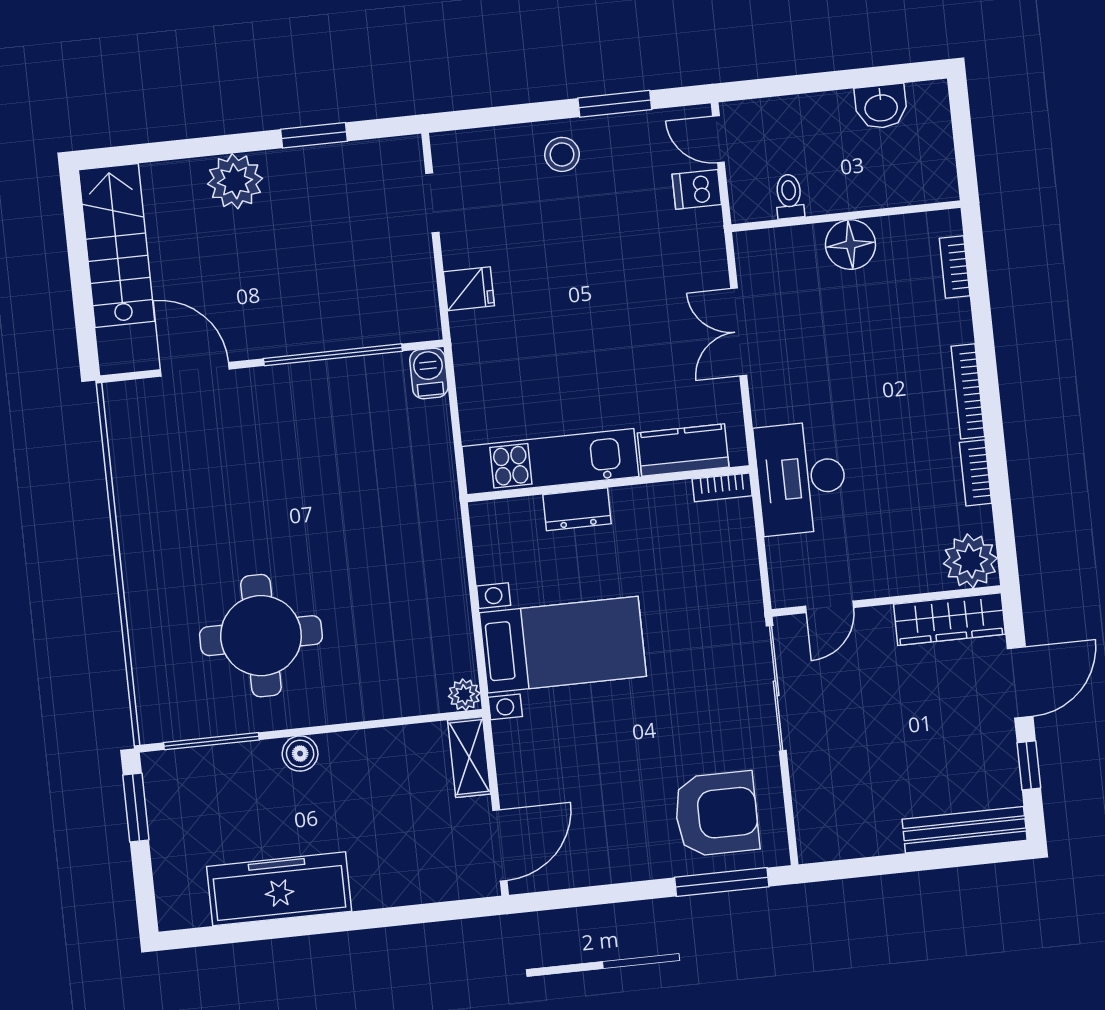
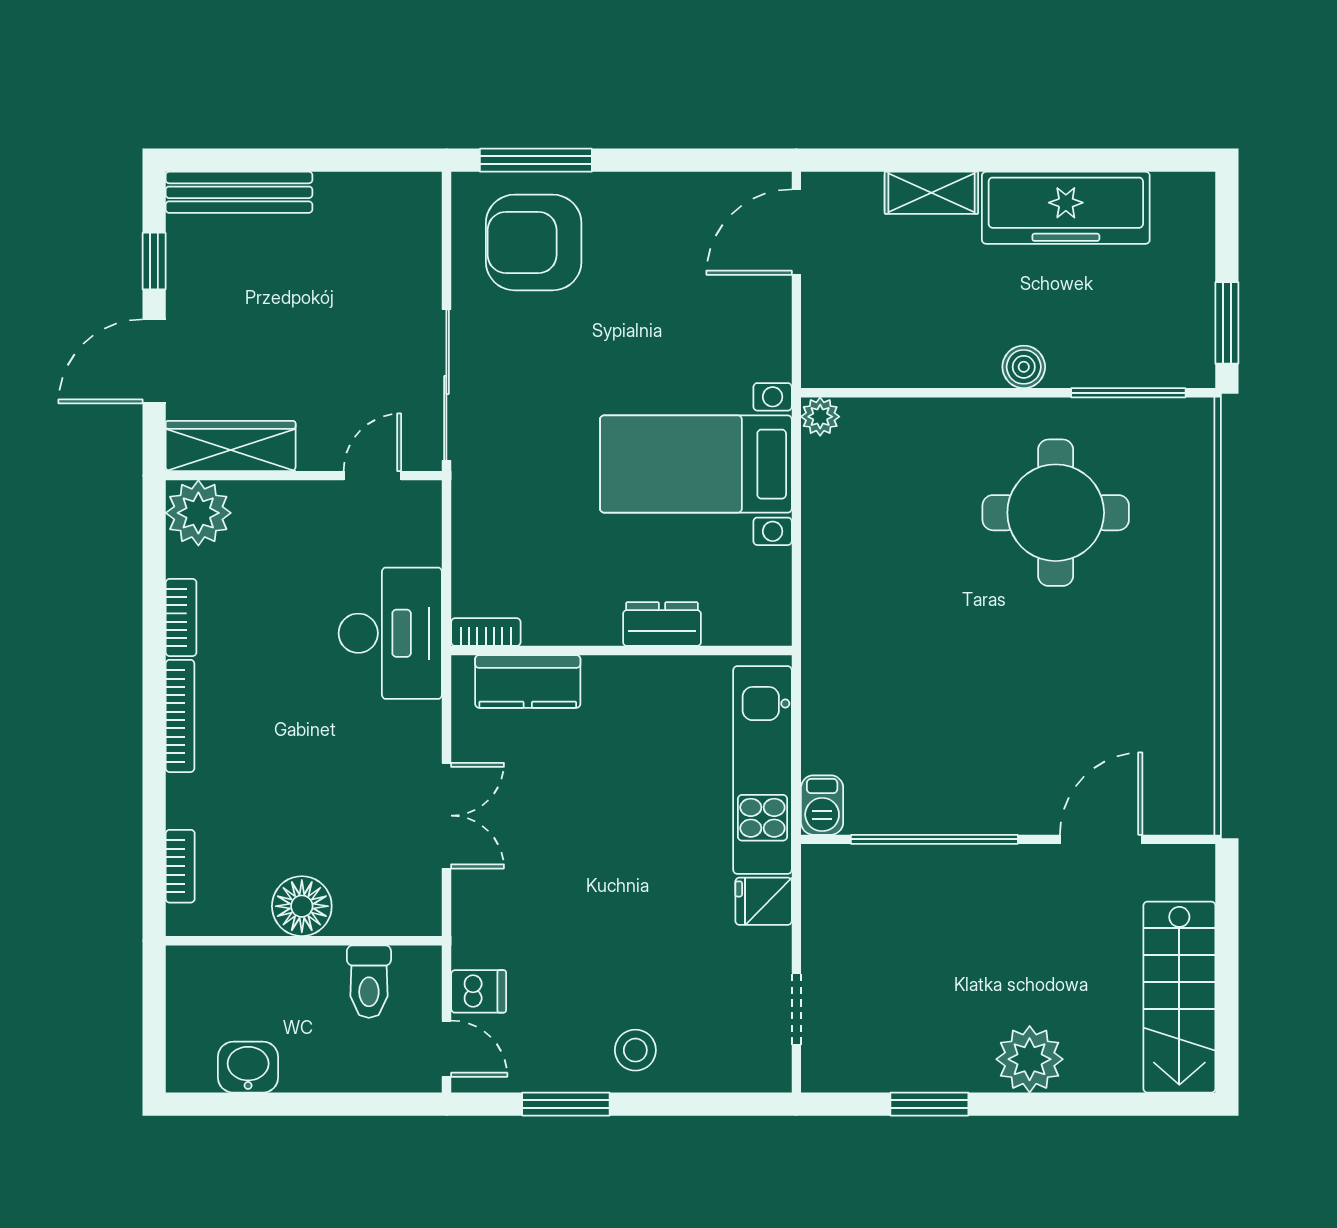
toilet: (789, 196) -> (369, 982), width x1.37, depth x1.39
door: (195, 369) -> (1101, 839), swing flipped
kitchen unit: (550, 462) -> (762, 770), moved, turned 90
shelving: (469, 757) -> (931, 193), moved, turned 90

